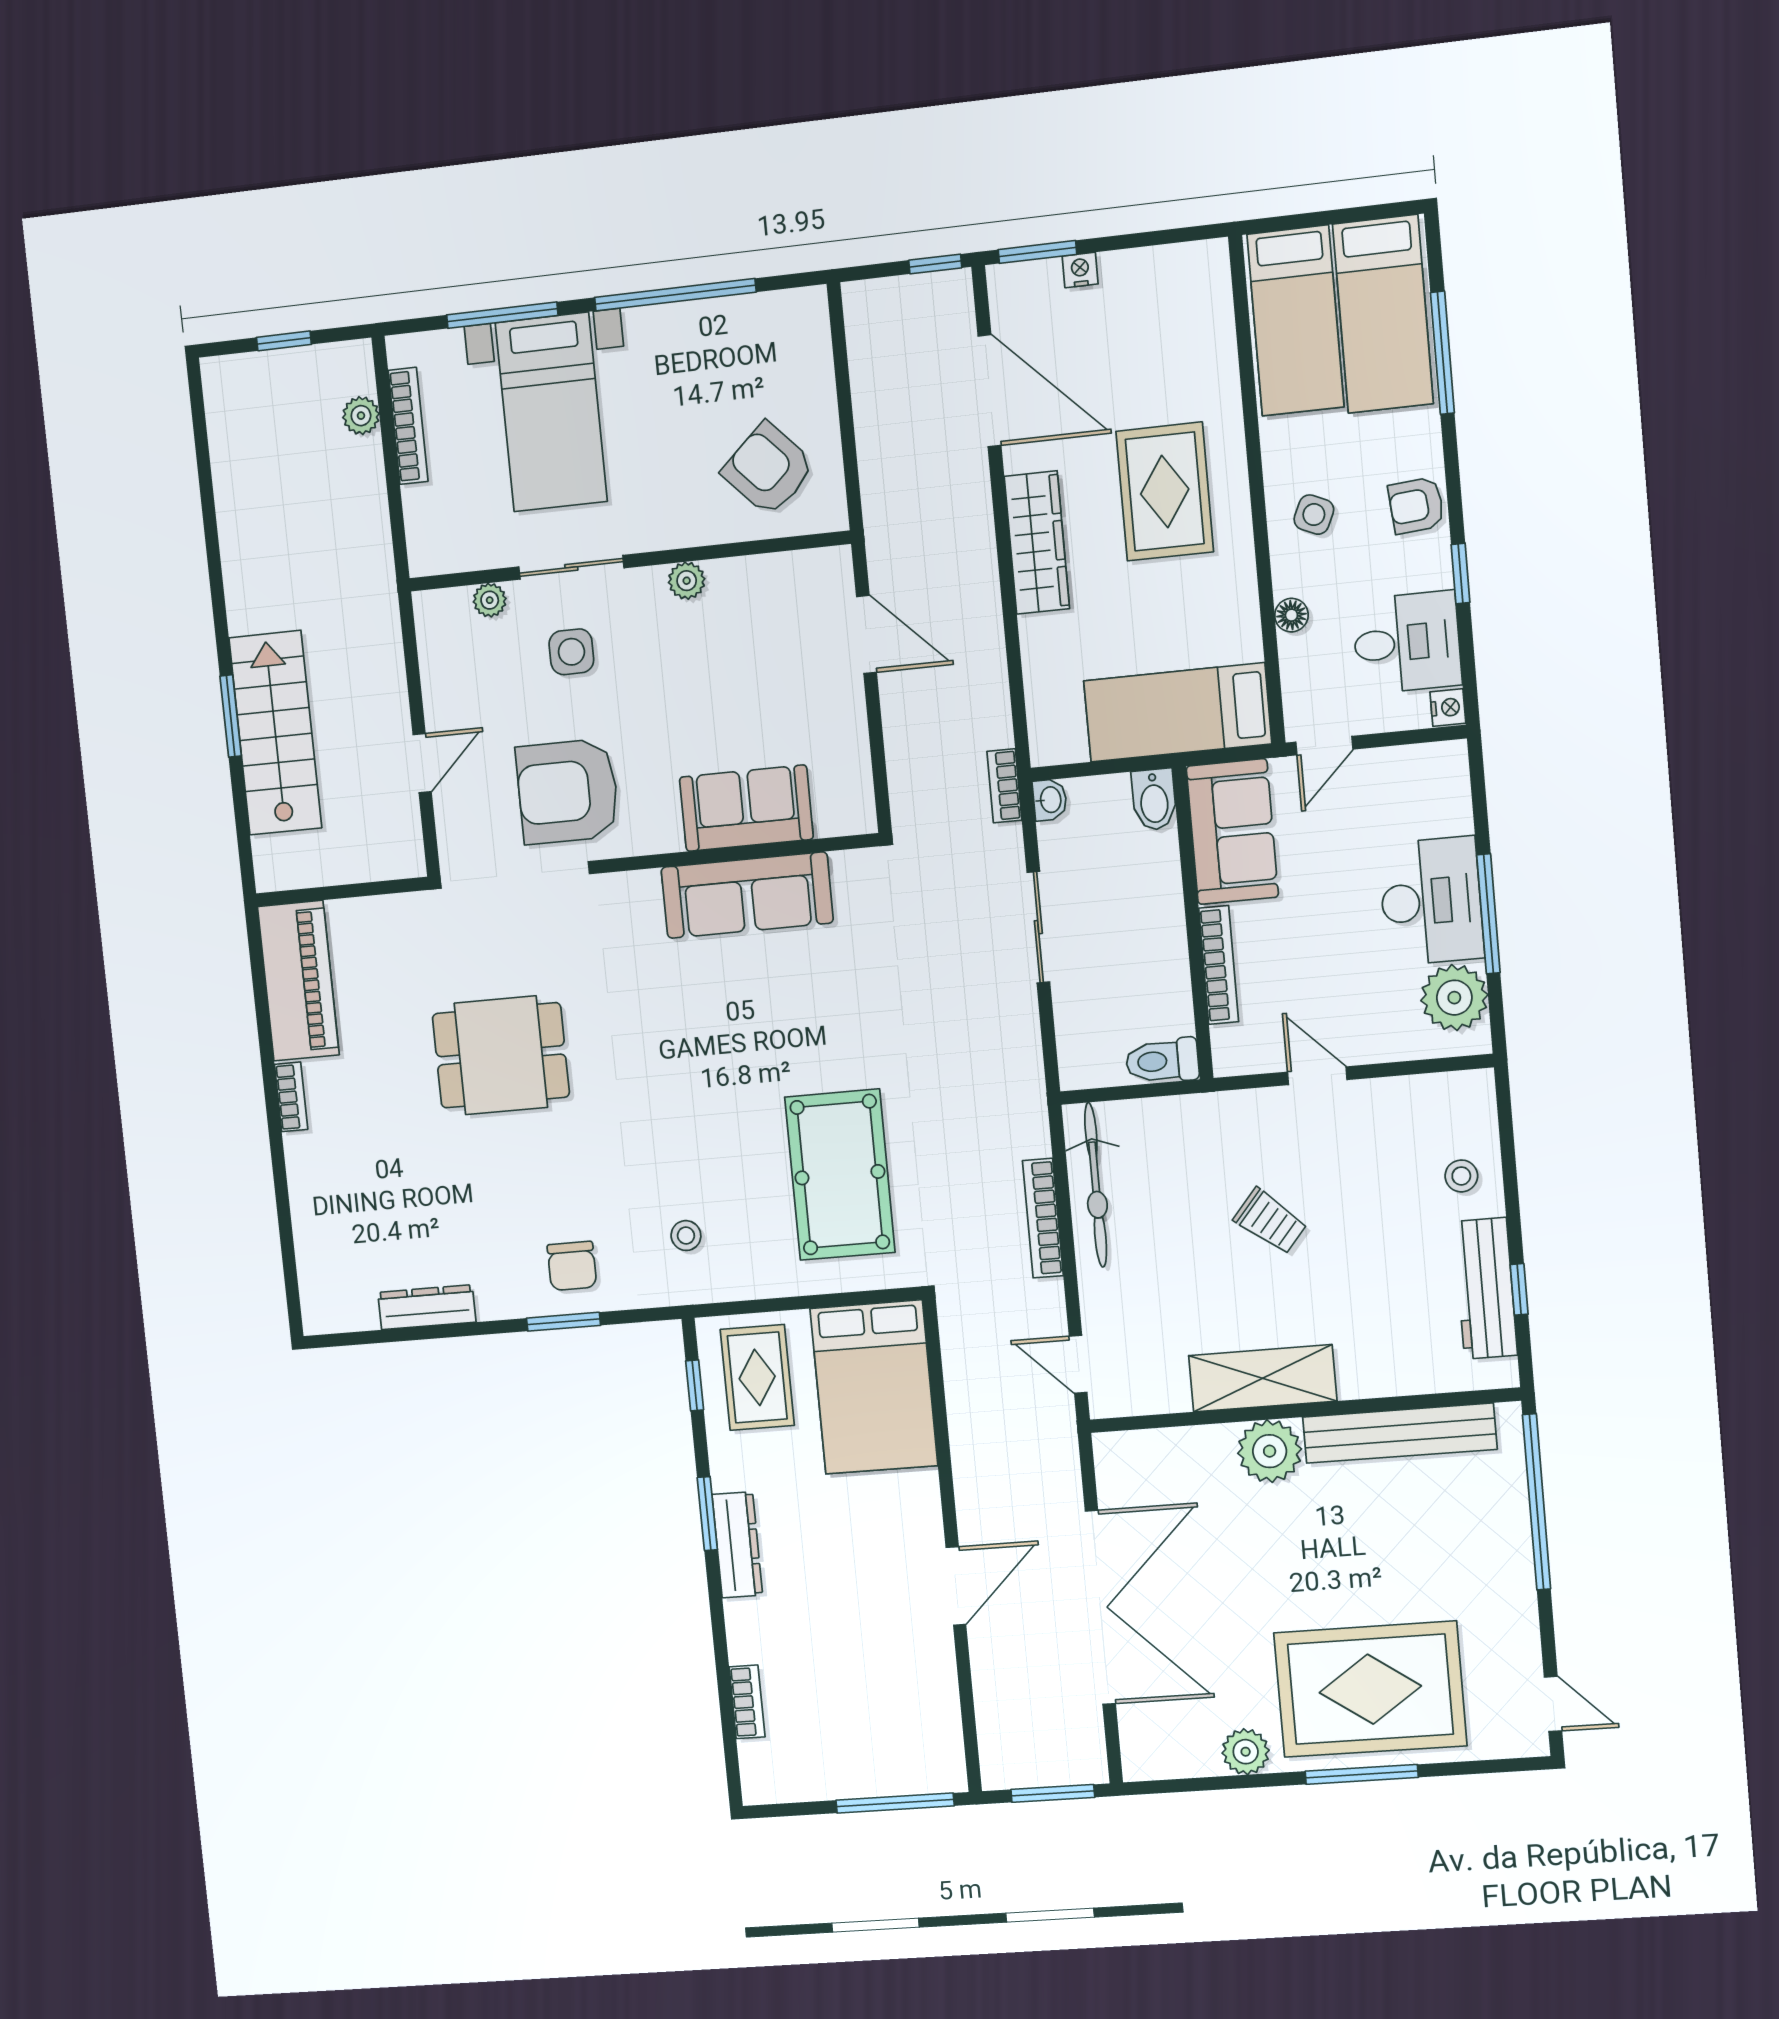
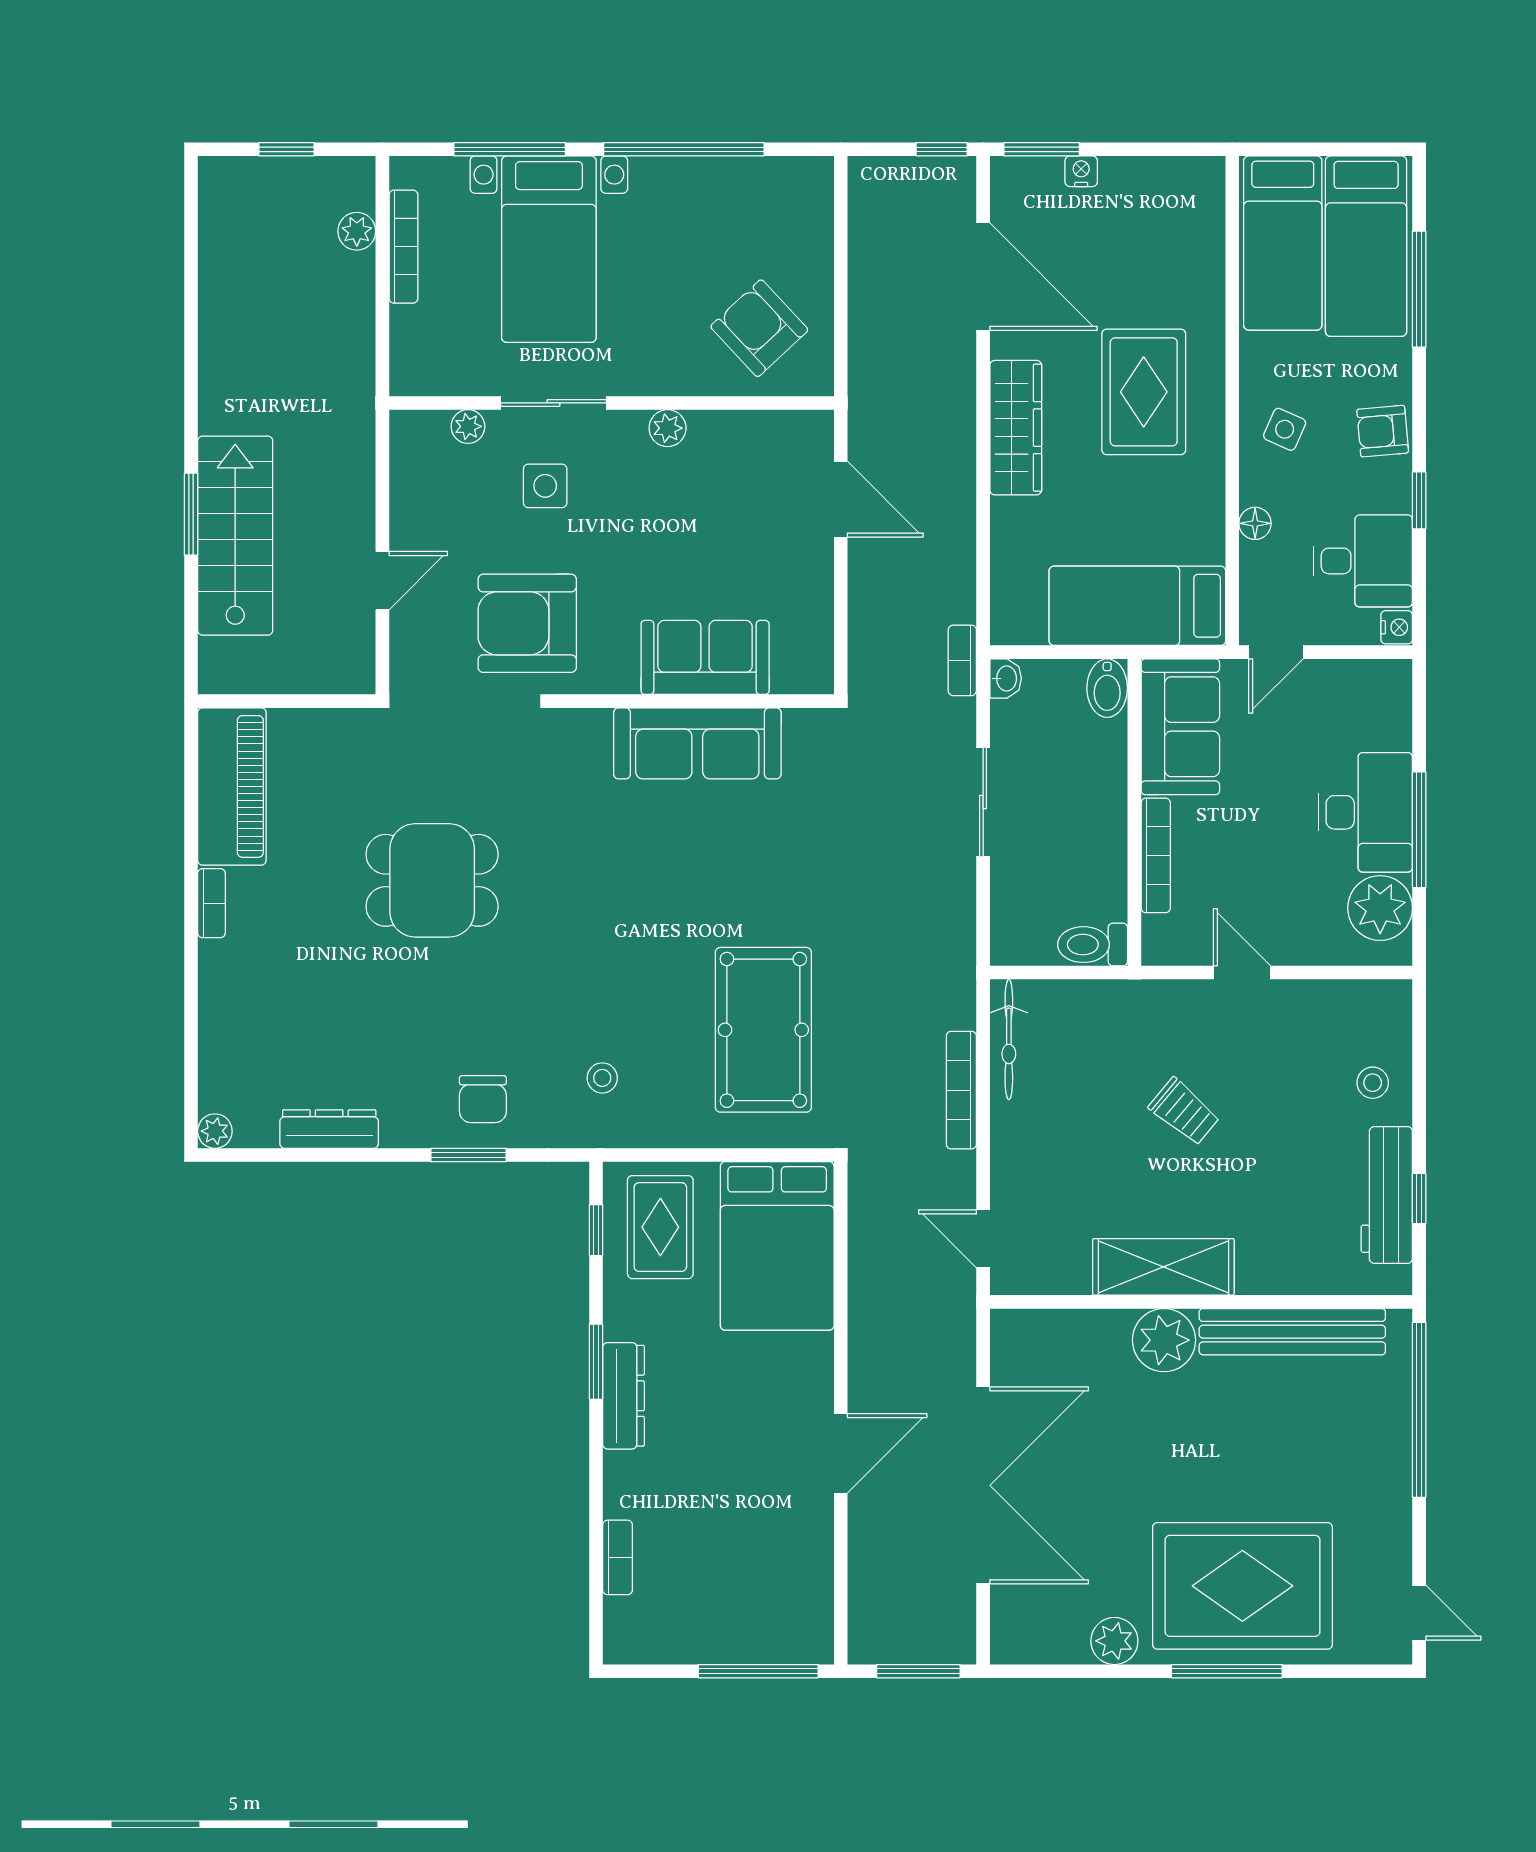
bicycle: (1096, 1185) -> (1009, 1039), width x0.73, depth x0.71
plant: (318, 1318) -> (215, 1131), added

